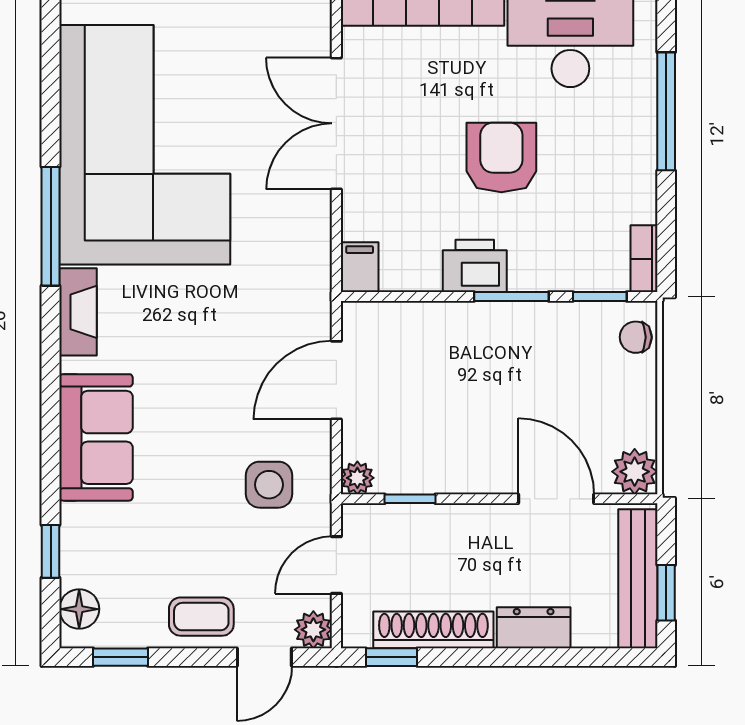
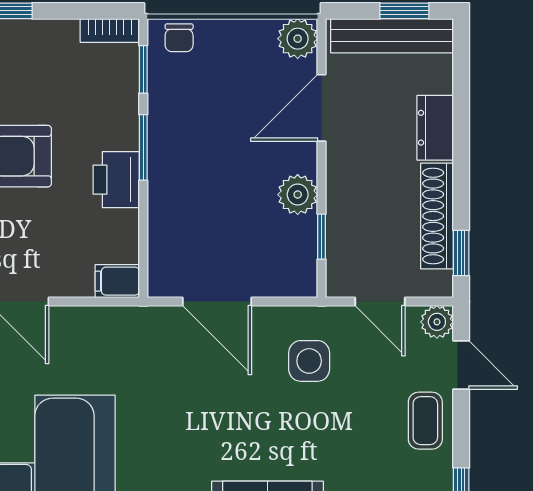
plant: (357, 478) -> (298, 195), moved, width x1.38, depth x1.38

